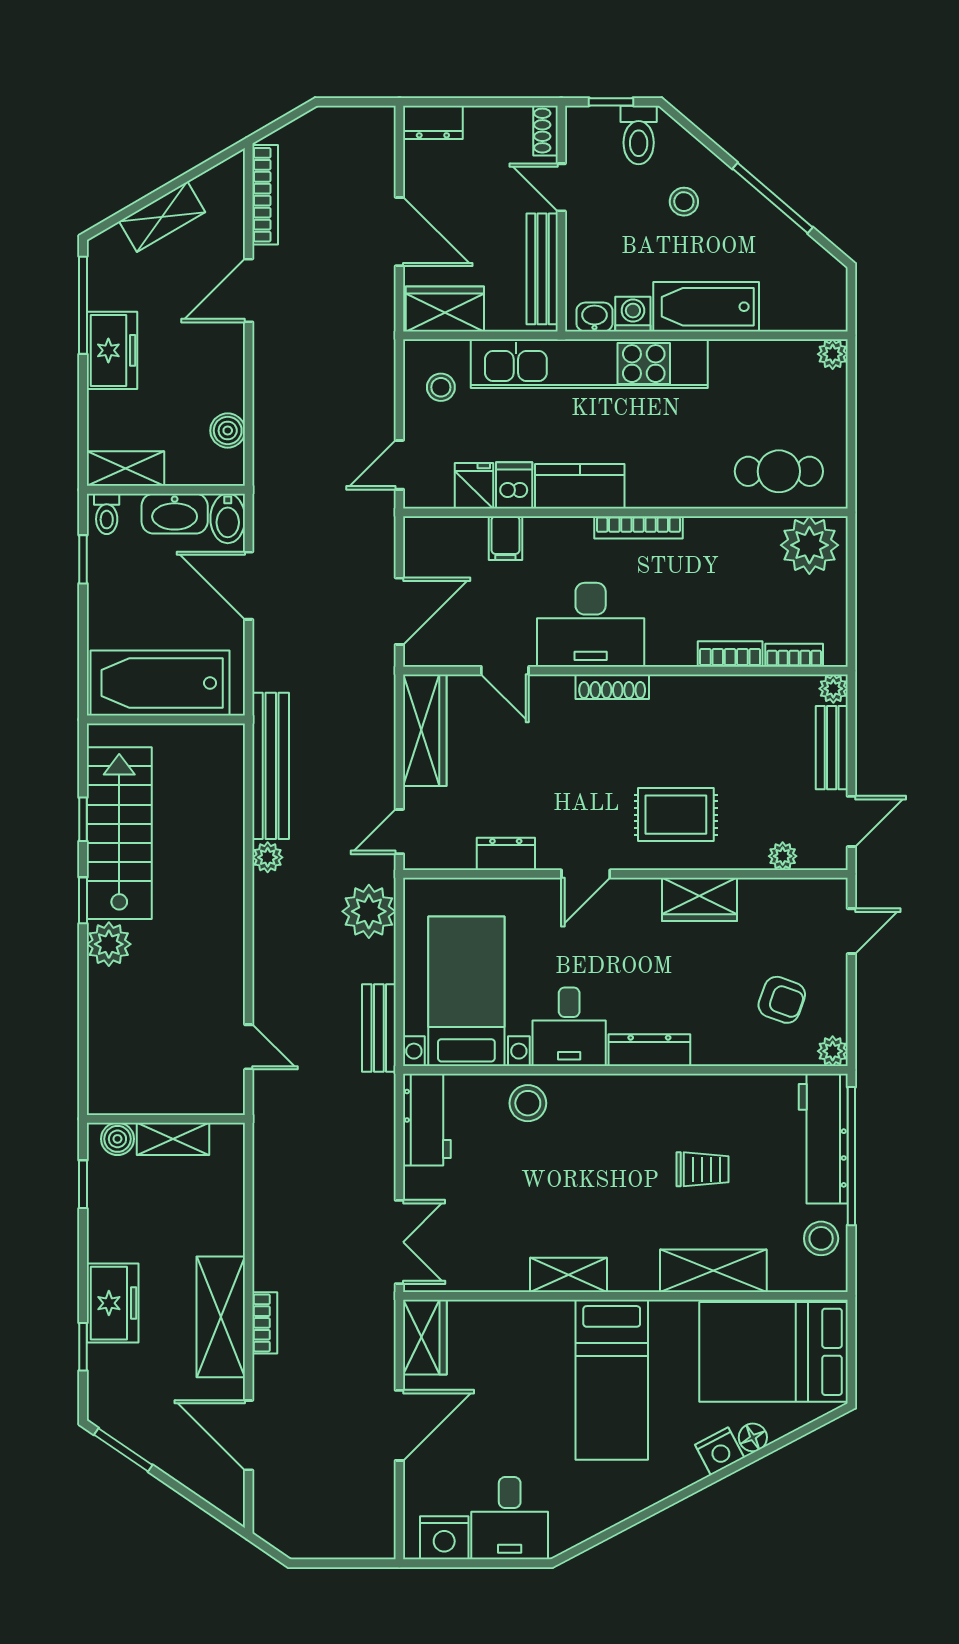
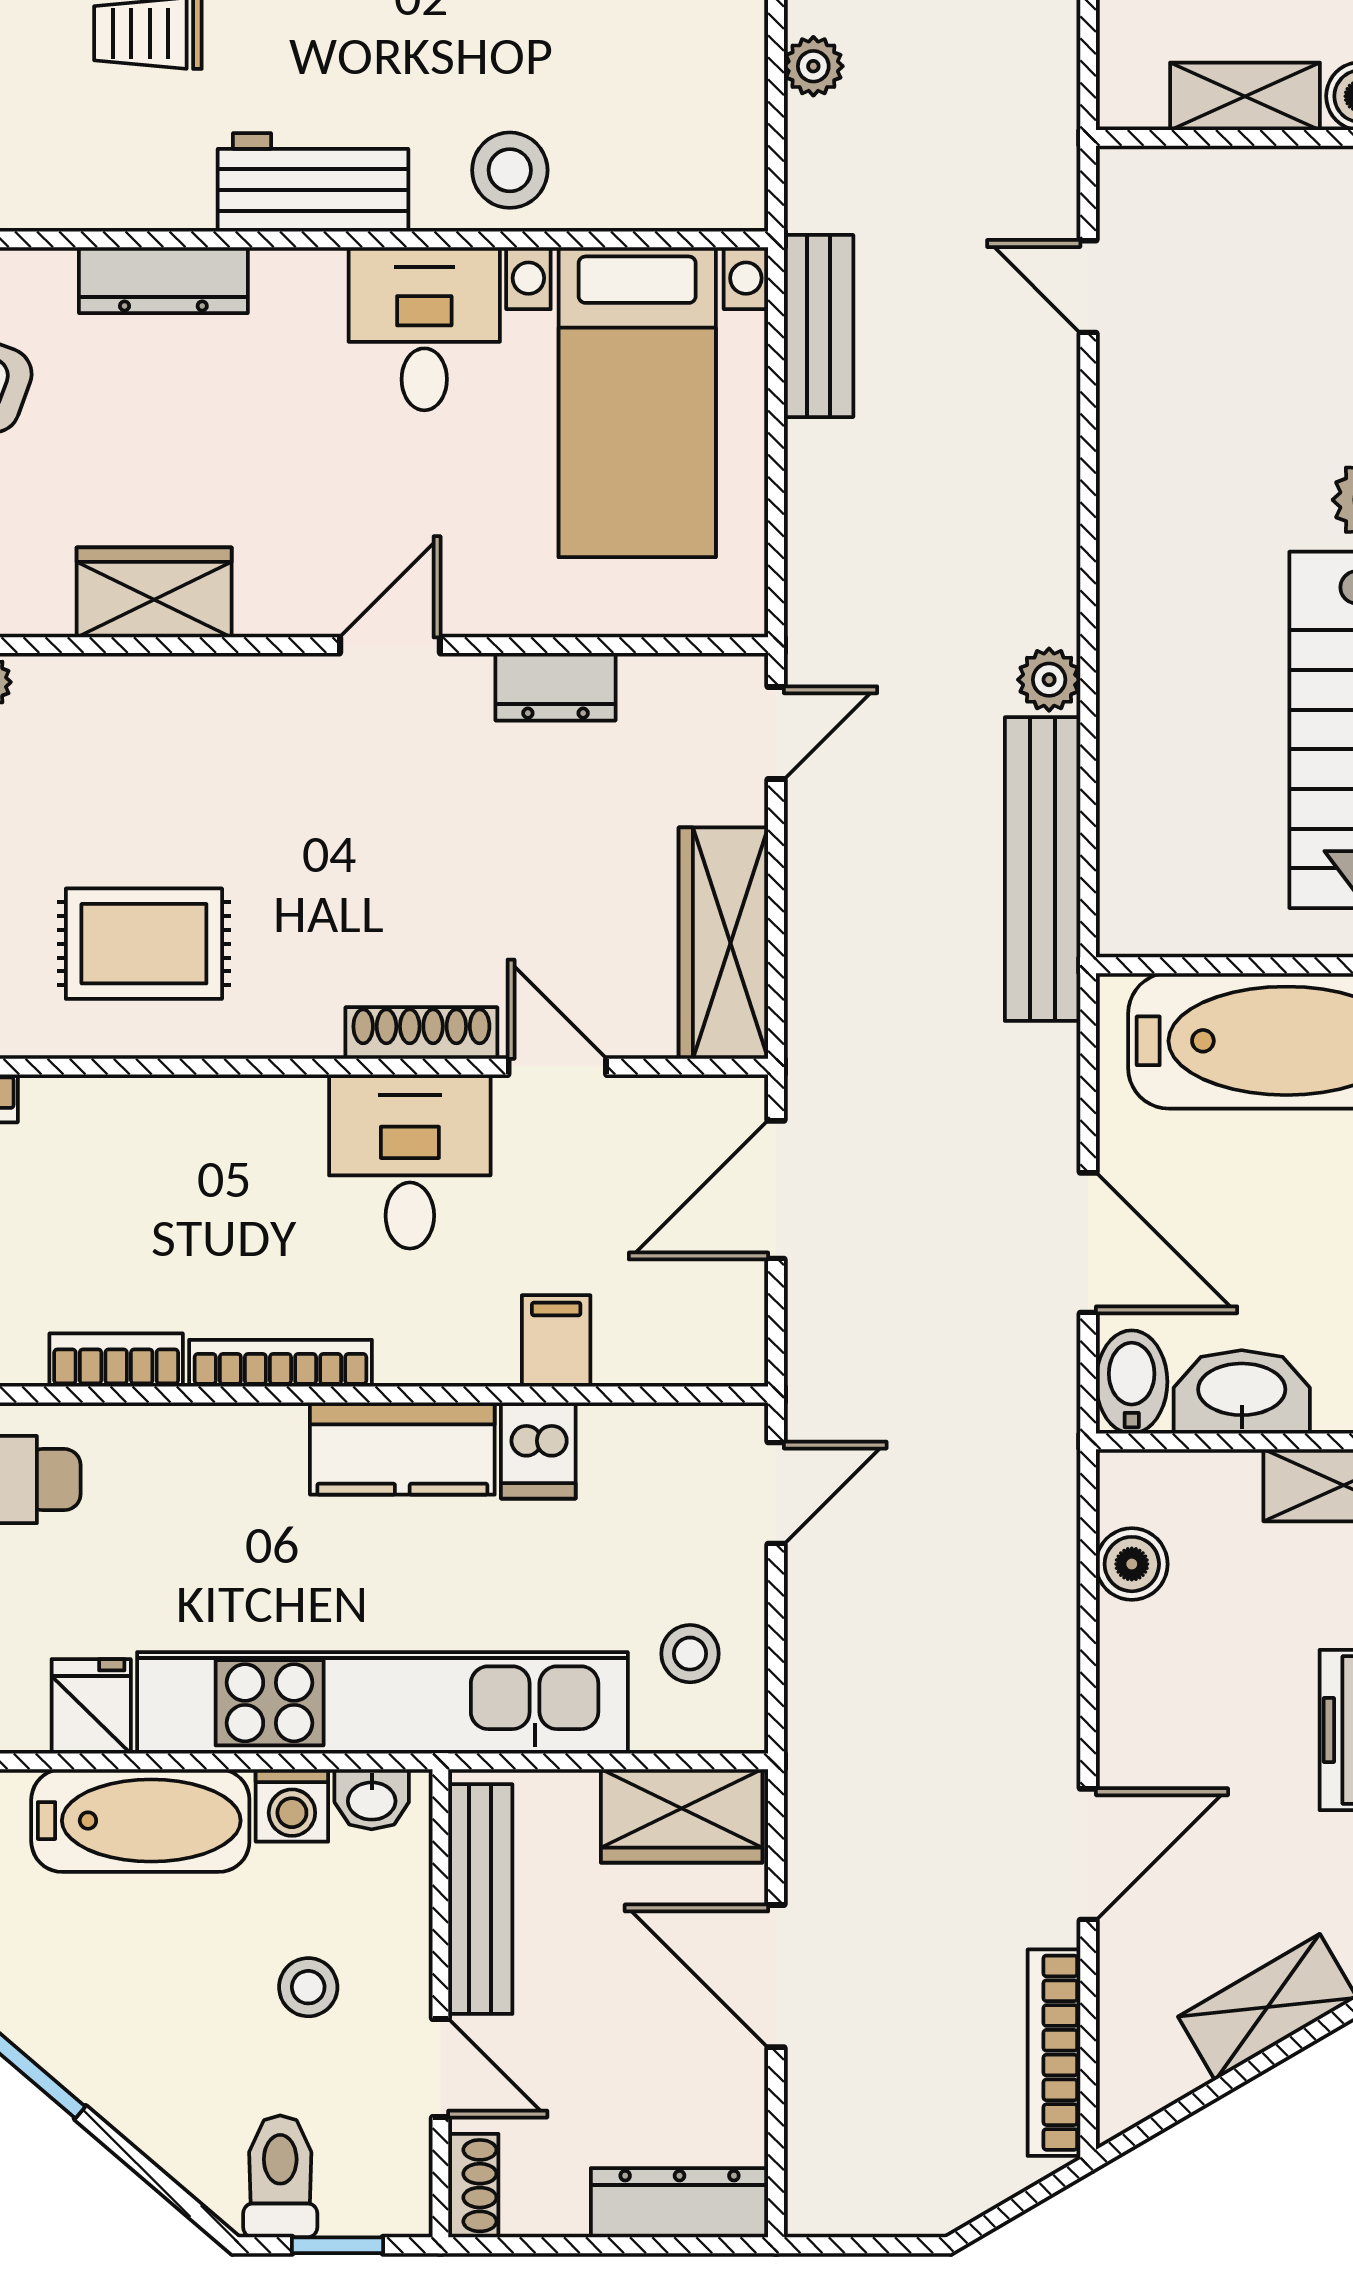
dresser: (433, 122) -> (680, 2203), width x1.44
stool: (684, 202) -> (308, 1987), moved
fridge: (474, 486) -> (91, 1706), moved, turned 180
desk: (591, 625) -> (410, 1162), width x0.73
bookcase: (730, 654) -> (116, 1360), moved, turned 180
shoe rack: (612, 687) -> (421, 1033), moved
rug: (676, 815) -> (144, 944), moved
plant: (369, 911) -> (813, 66), moved, width x0.53, depth x0.53
dresser: (649, 1050) -> (163, 280), moved
workbench: (427, 1120) -> (313, 182), moved, turned 90

